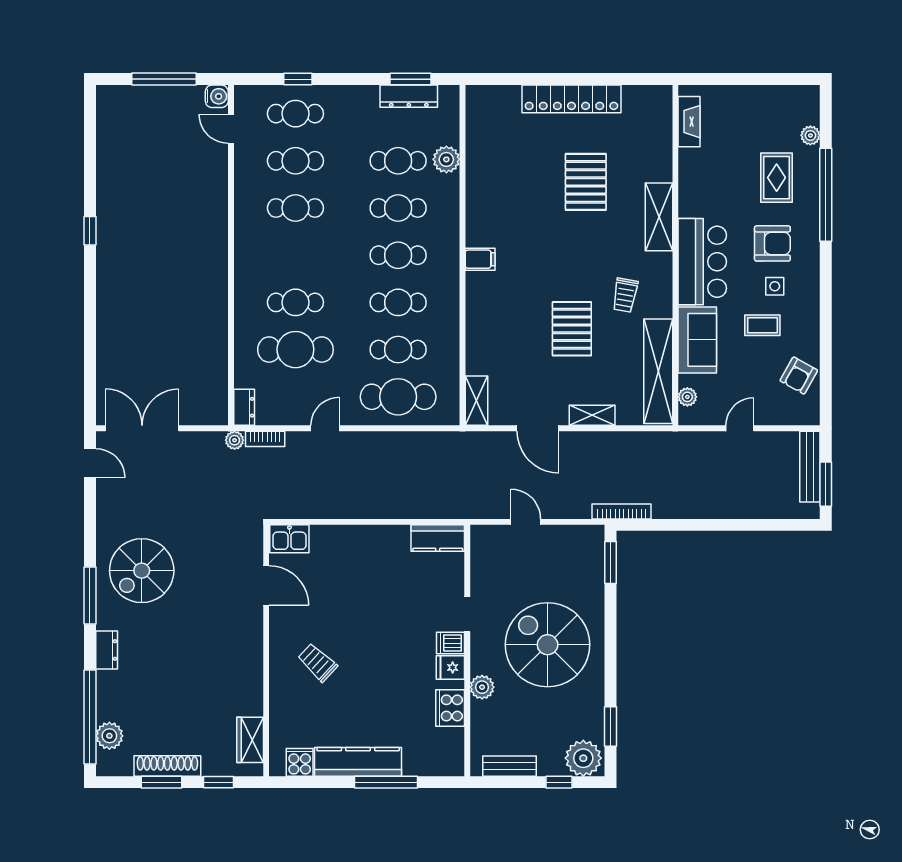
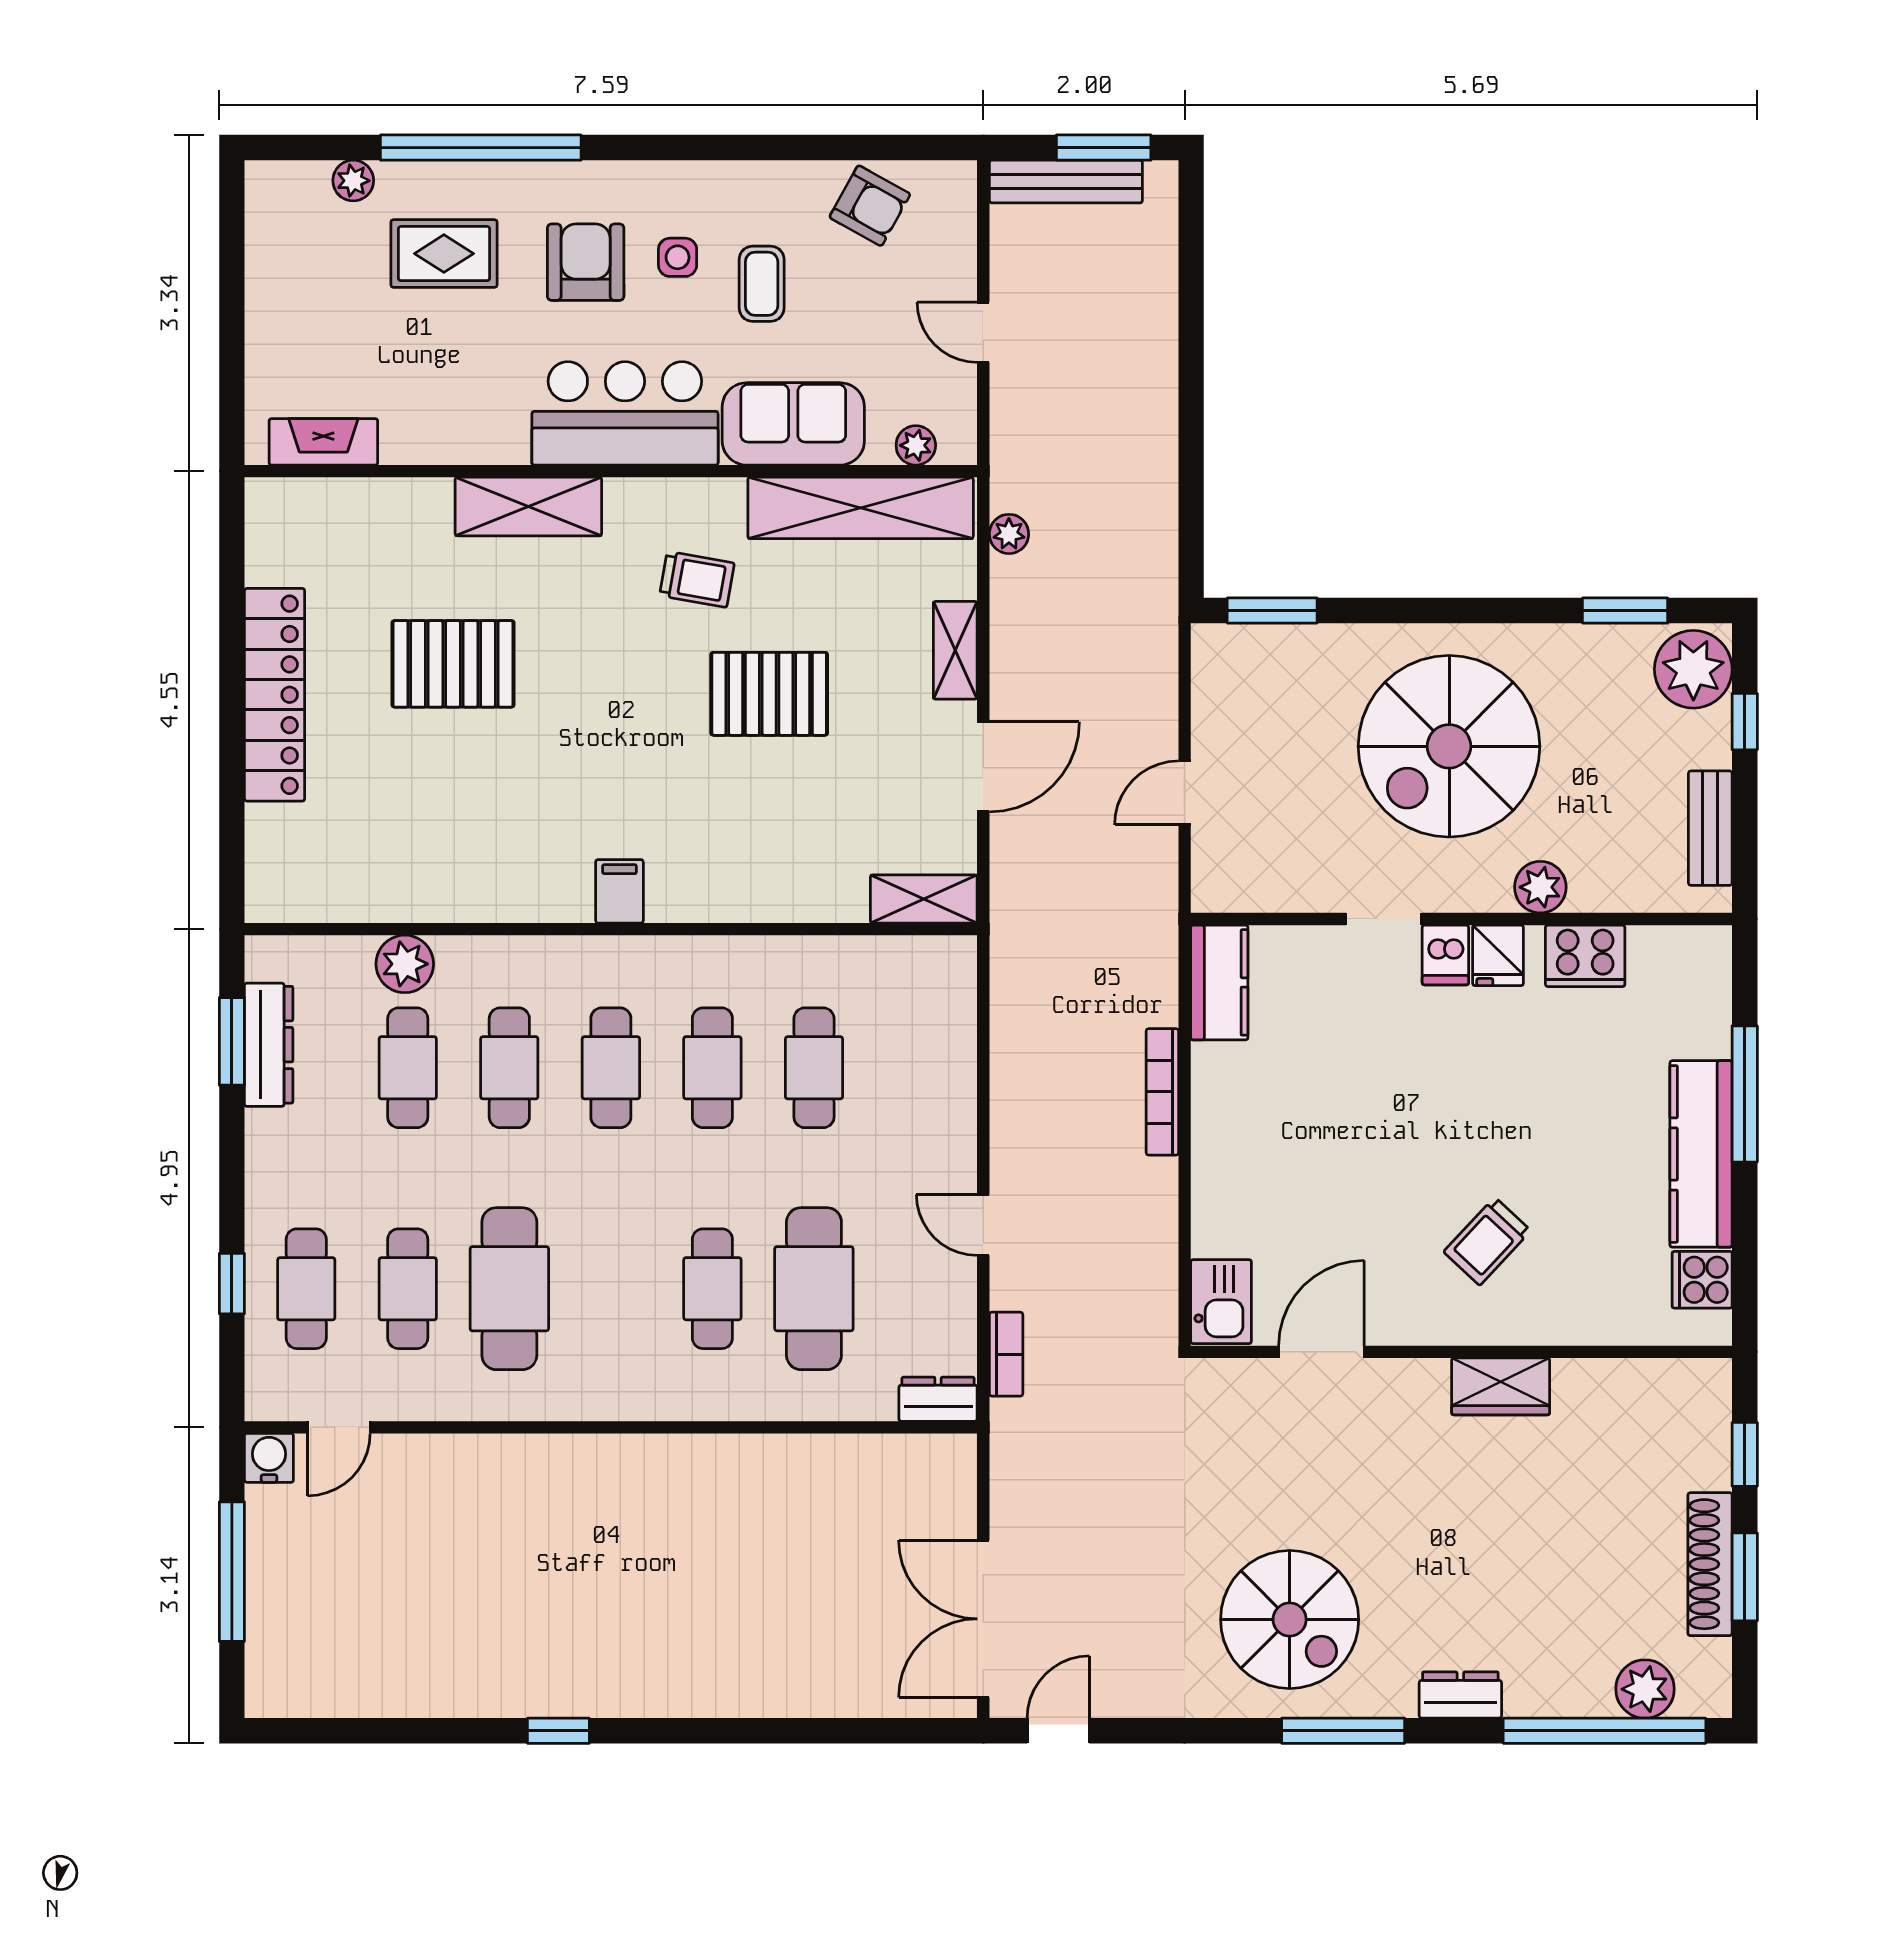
cafe table: (295, 208) -> (509, 1289), width x1.37, depth x1.35
cafe table: (398, 397) -> (916, 1068), removed
plant: (235, 440) -> (1009, 534), moved
bookcase: (622, 511) -> (1162, 1092), moved
wardrobe: (250, 740) -> (1501, 1386), moved

